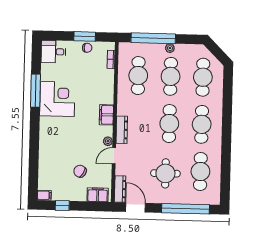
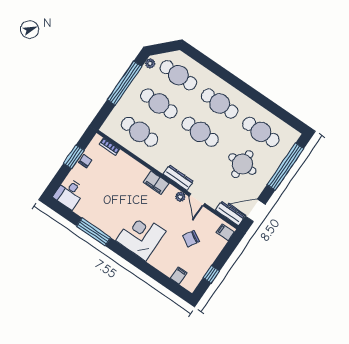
window: (153, 38) -> (125, 83), moved
plant: (170, 48) -> (150, 63), moved
corner desk: (57, 99) -> (141, 236), moved
filing cabinet: (44, 195) -> (179, 276), moved
filing cabinet: (98, 195) -> (225, 232), width x0.50

